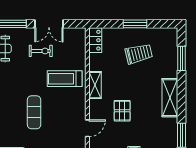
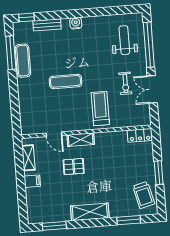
trolley: (139, 54) -> (144, 195), moved
shelving: (95, 85) -> (81, 140), moved

